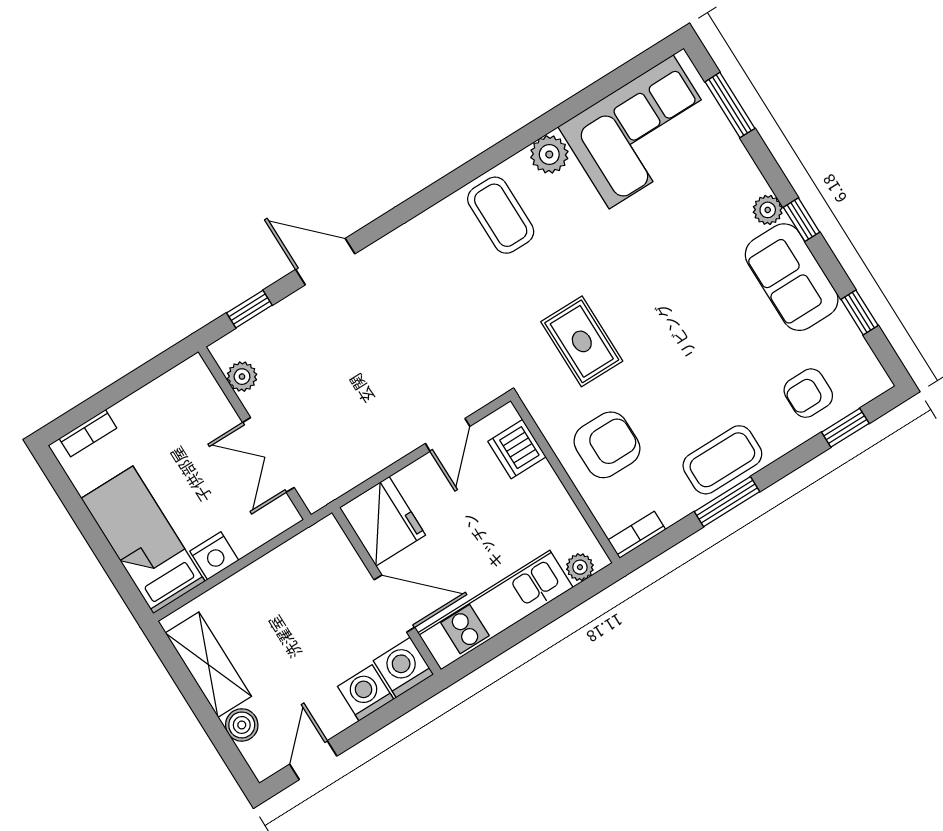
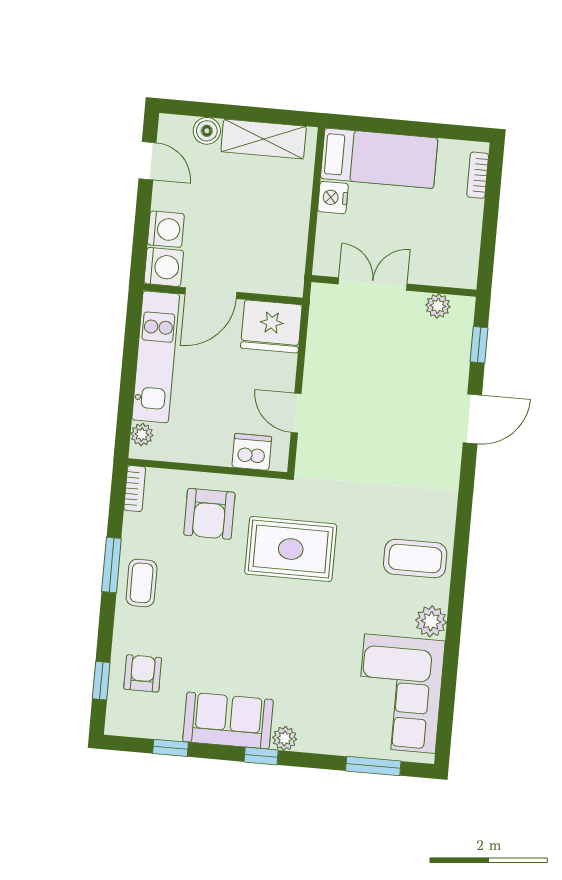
rug: (582, 341) -> (291, 549), width x1.36, depth x1.43
coffee table: (722, 460) -> (142, 583), width x0.73, depth x0.77

